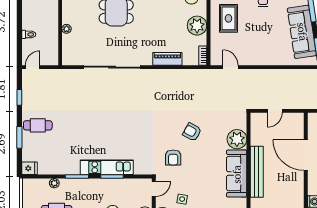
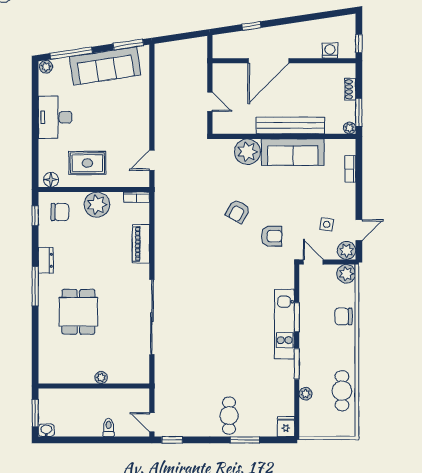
window: (19, 97) -> (172, 440), moved

